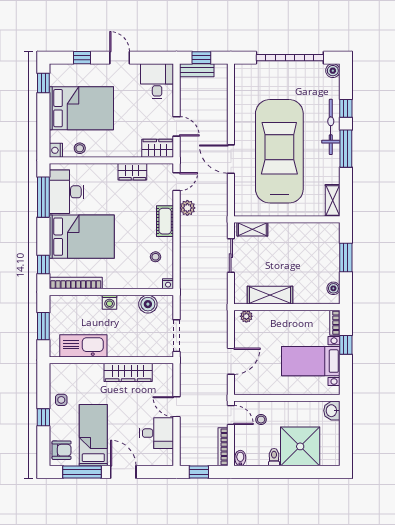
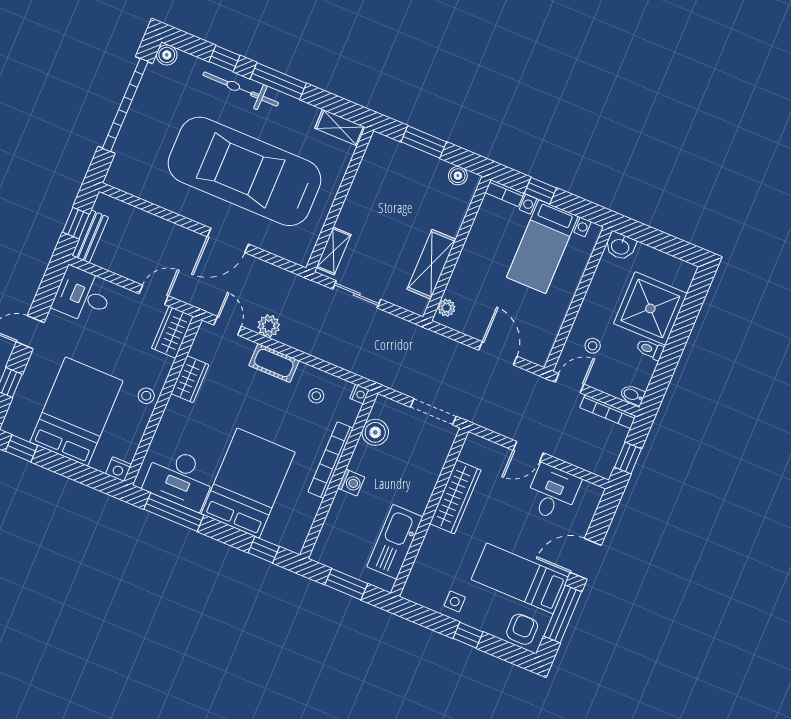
stool: (80, 148) -> (146, 396), moved
bookcase: (76, 283) -> (331, 460), moved

